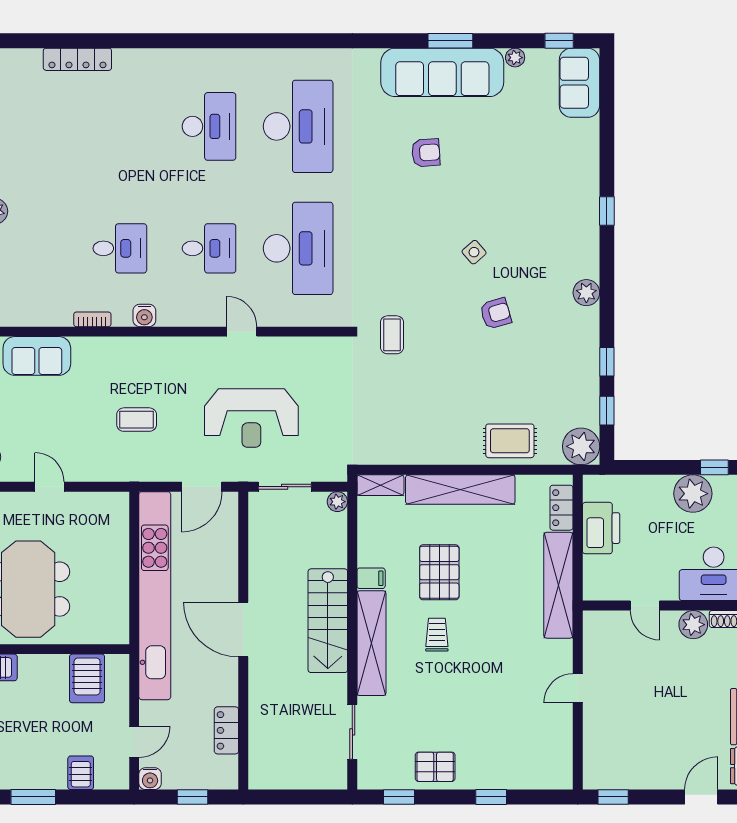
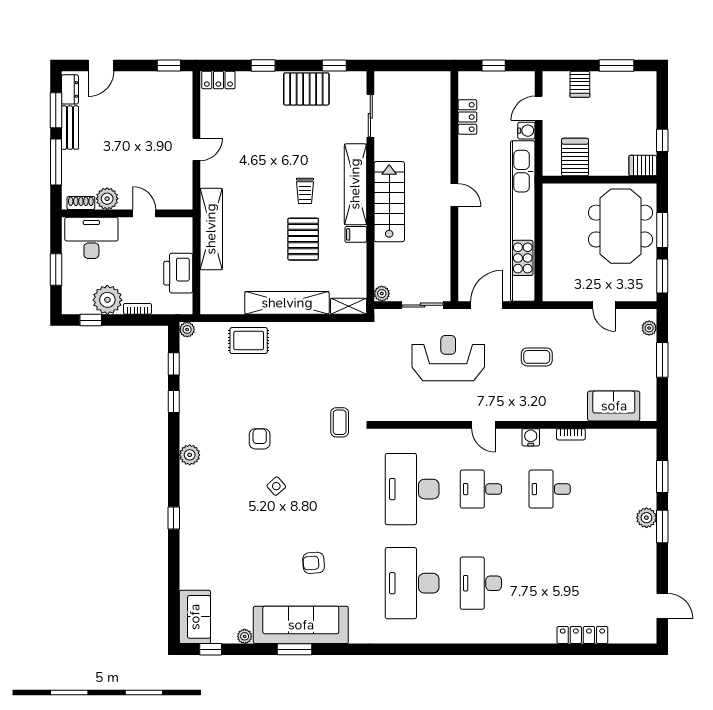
armchair: (496, 313) -> (260, 439), turned 106
door: (242, 332) -> (483, 425), moved
plant: (581, 446) -> (187, 329), width x0.53, depth x0.53
bookcase: (654, 482) -> (137, 309), added
locker: (561, 508) -> (218, 80), moved, turned 90
door: (243, 630) -> (454, 195), width x0.53
pallet: (435, 767) -> (306, 89), width x1.50, depth x1.42
water cooler: (150, 779) -> (526, 131), moved, turned 90

